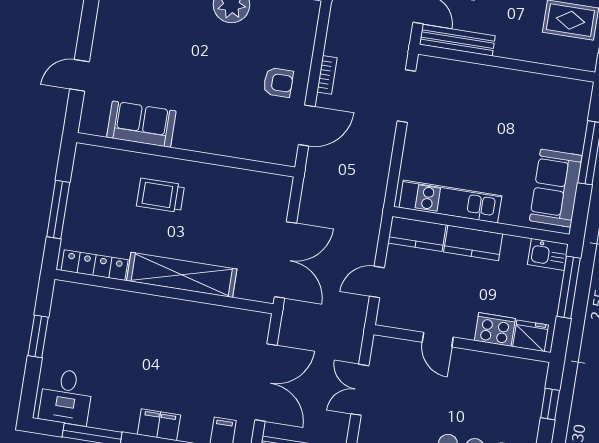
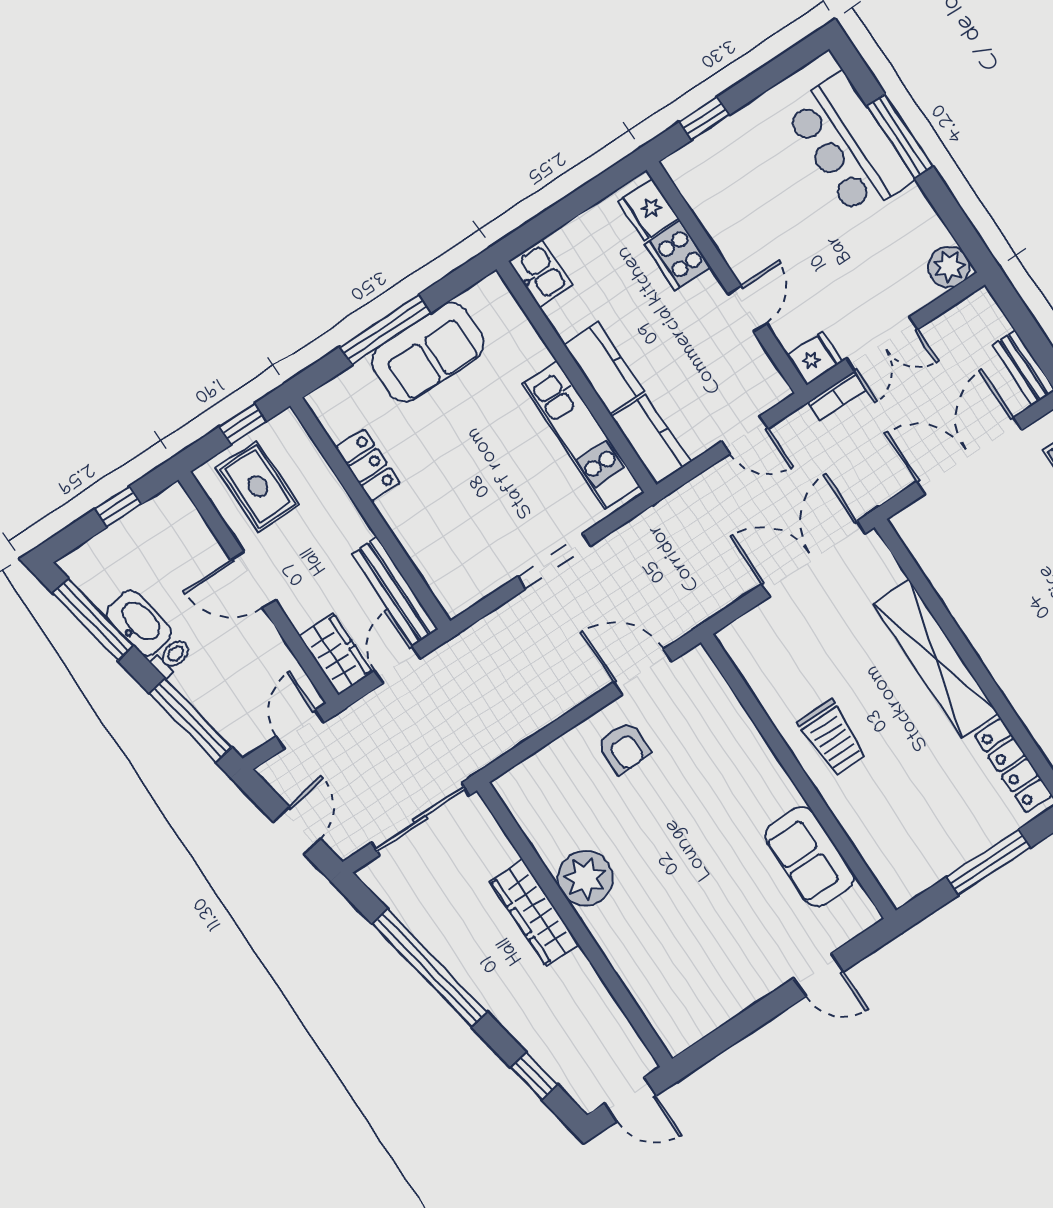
bookcase: (327, 75) -> (837, 396), moved, turned 180
armchair: (278, 82) -> (624, 747), turned 180
locker: (531, 84) -> (368, 465), added
doorway: (406, 96) -> (554, 561), moved
sofa: (556, 188) -> (428, 352), moved
trolley: (160, 195) -> (833, 738), moved
window: (569, 287) -> (556, 217), removed
fridge: (383, 350) -> (815, 359), added

